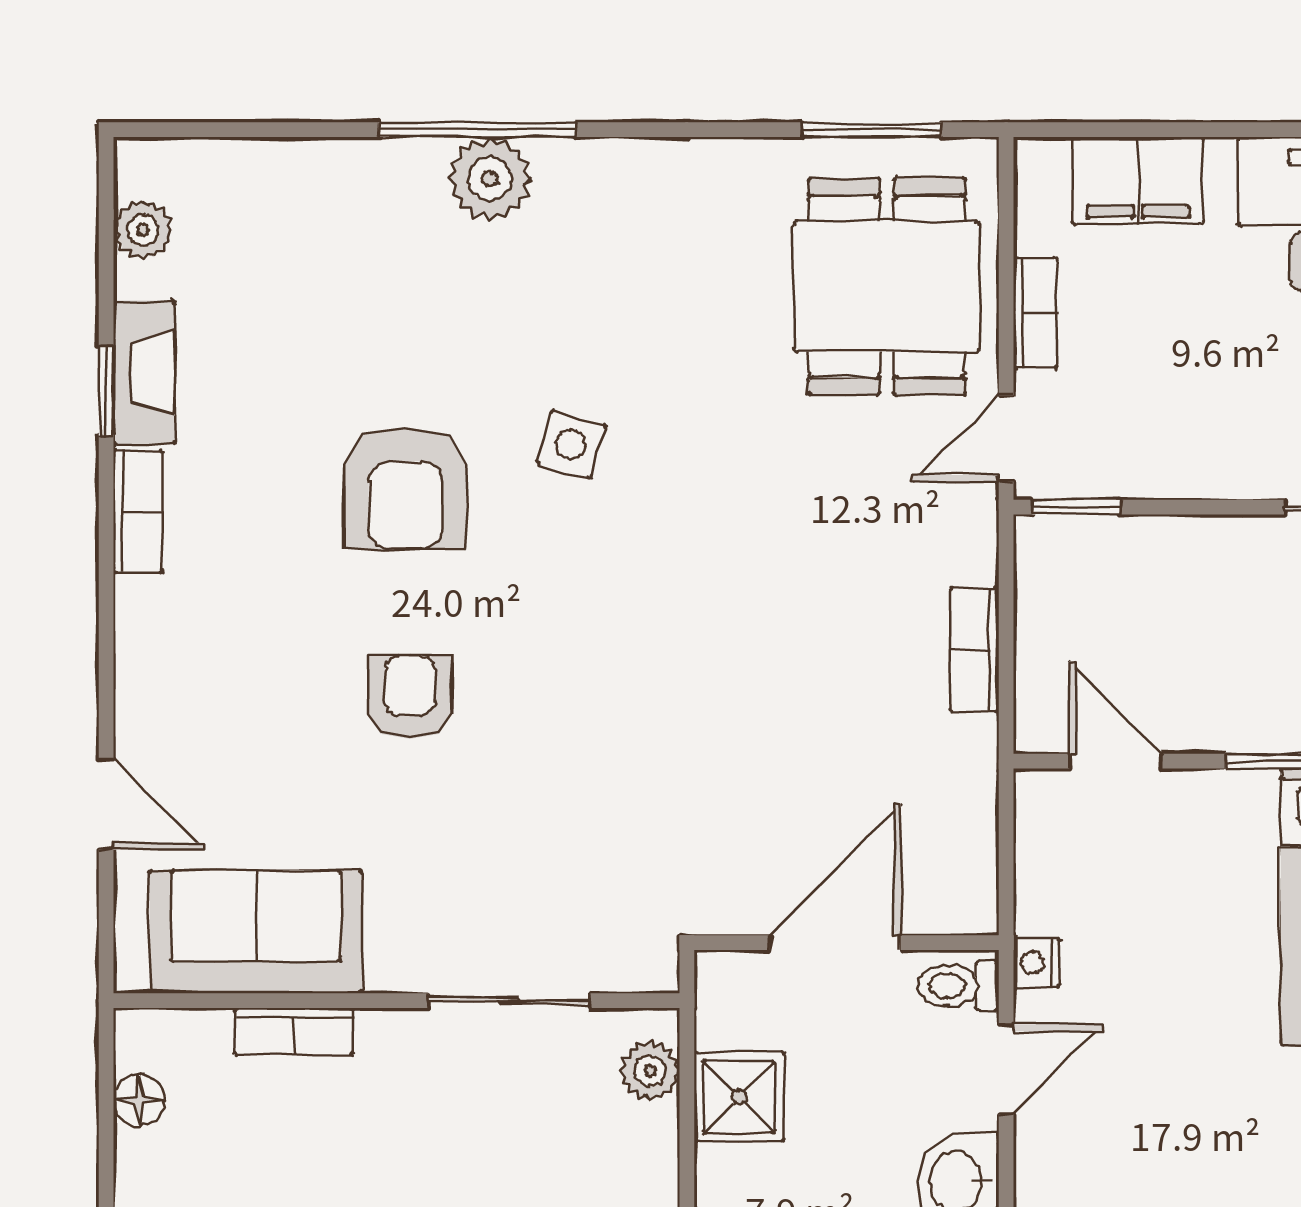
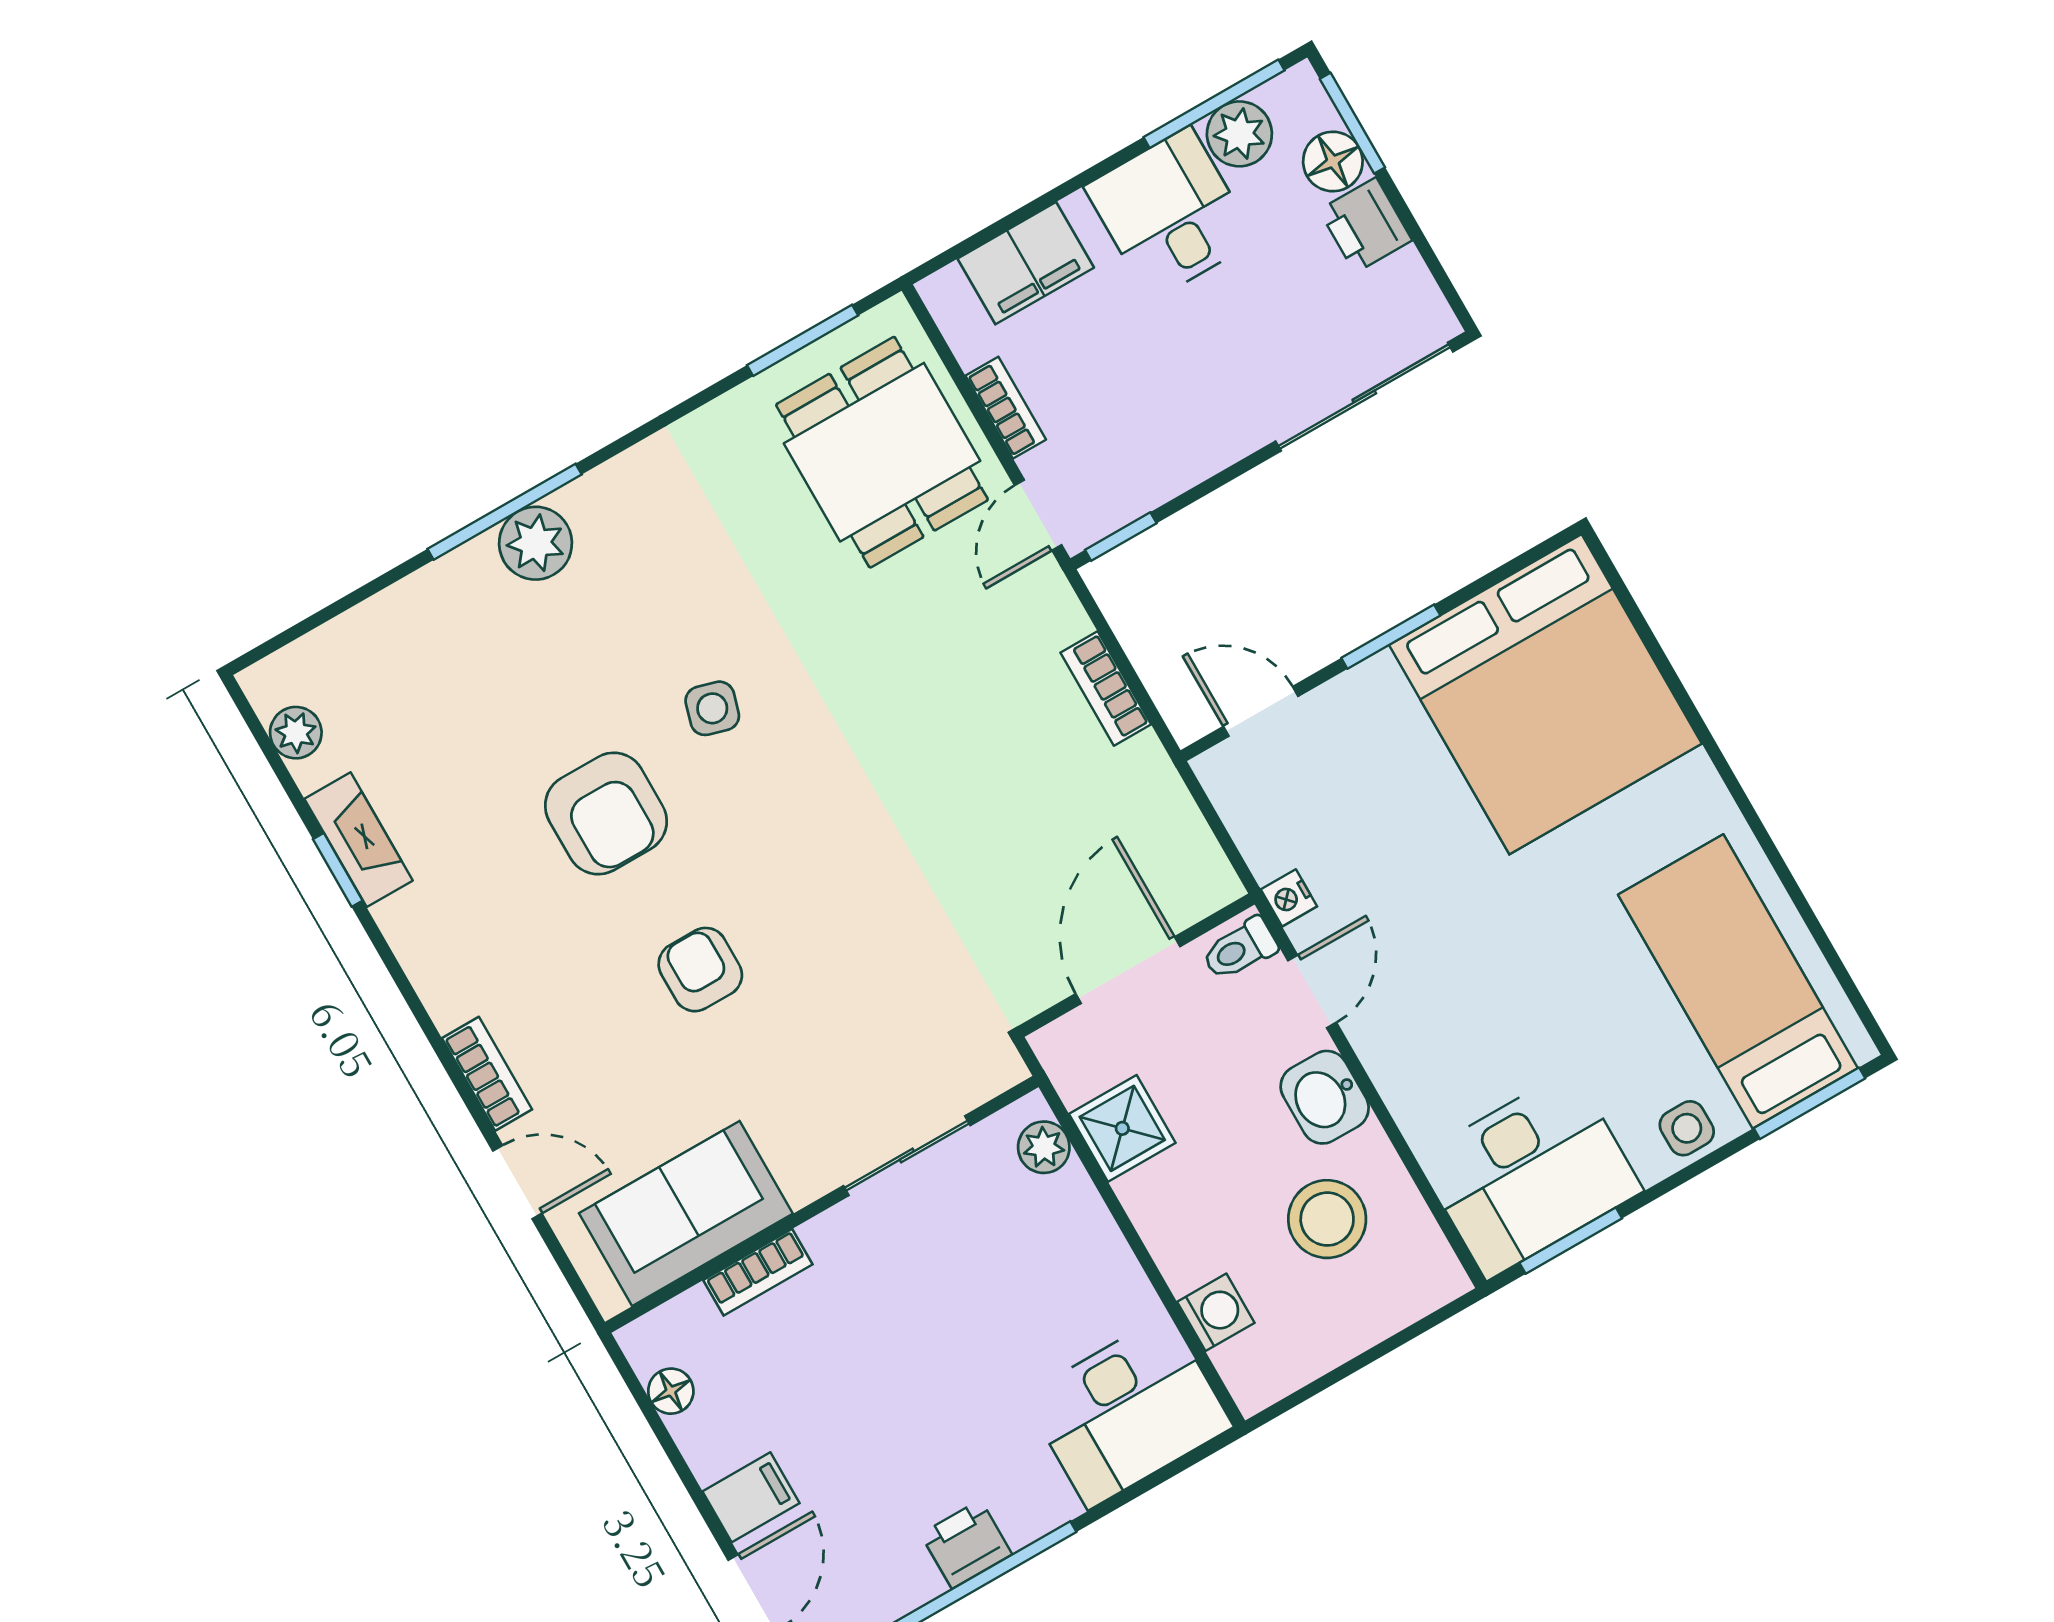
bookcase: (138, 512) -> (487, 1074), moved

